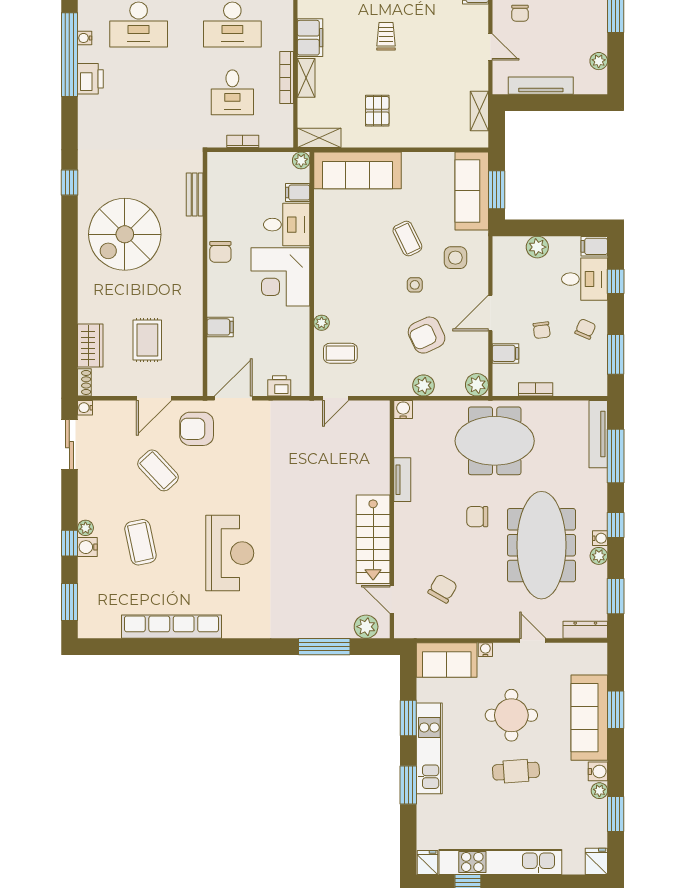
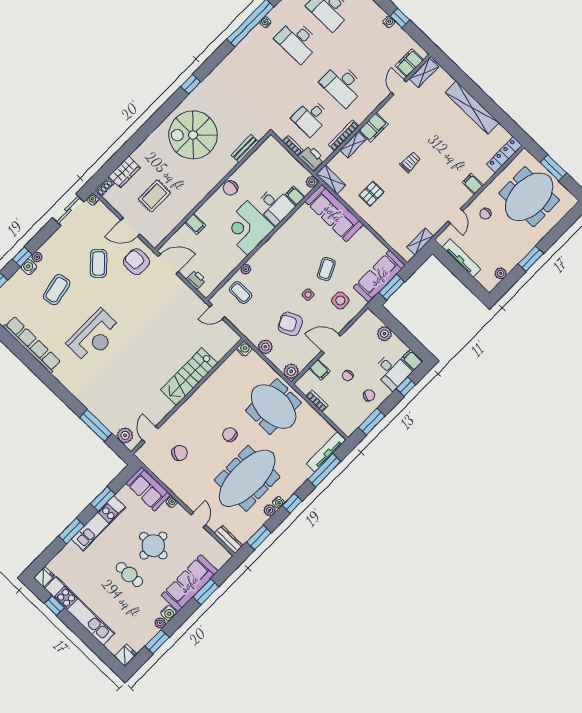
printer: (90, 79) -> (312, 158), moved, turned -90
tv unit: (402, 480) -> (211, 382), removed
stairs: (373, 539) -> (189, 377), moved

